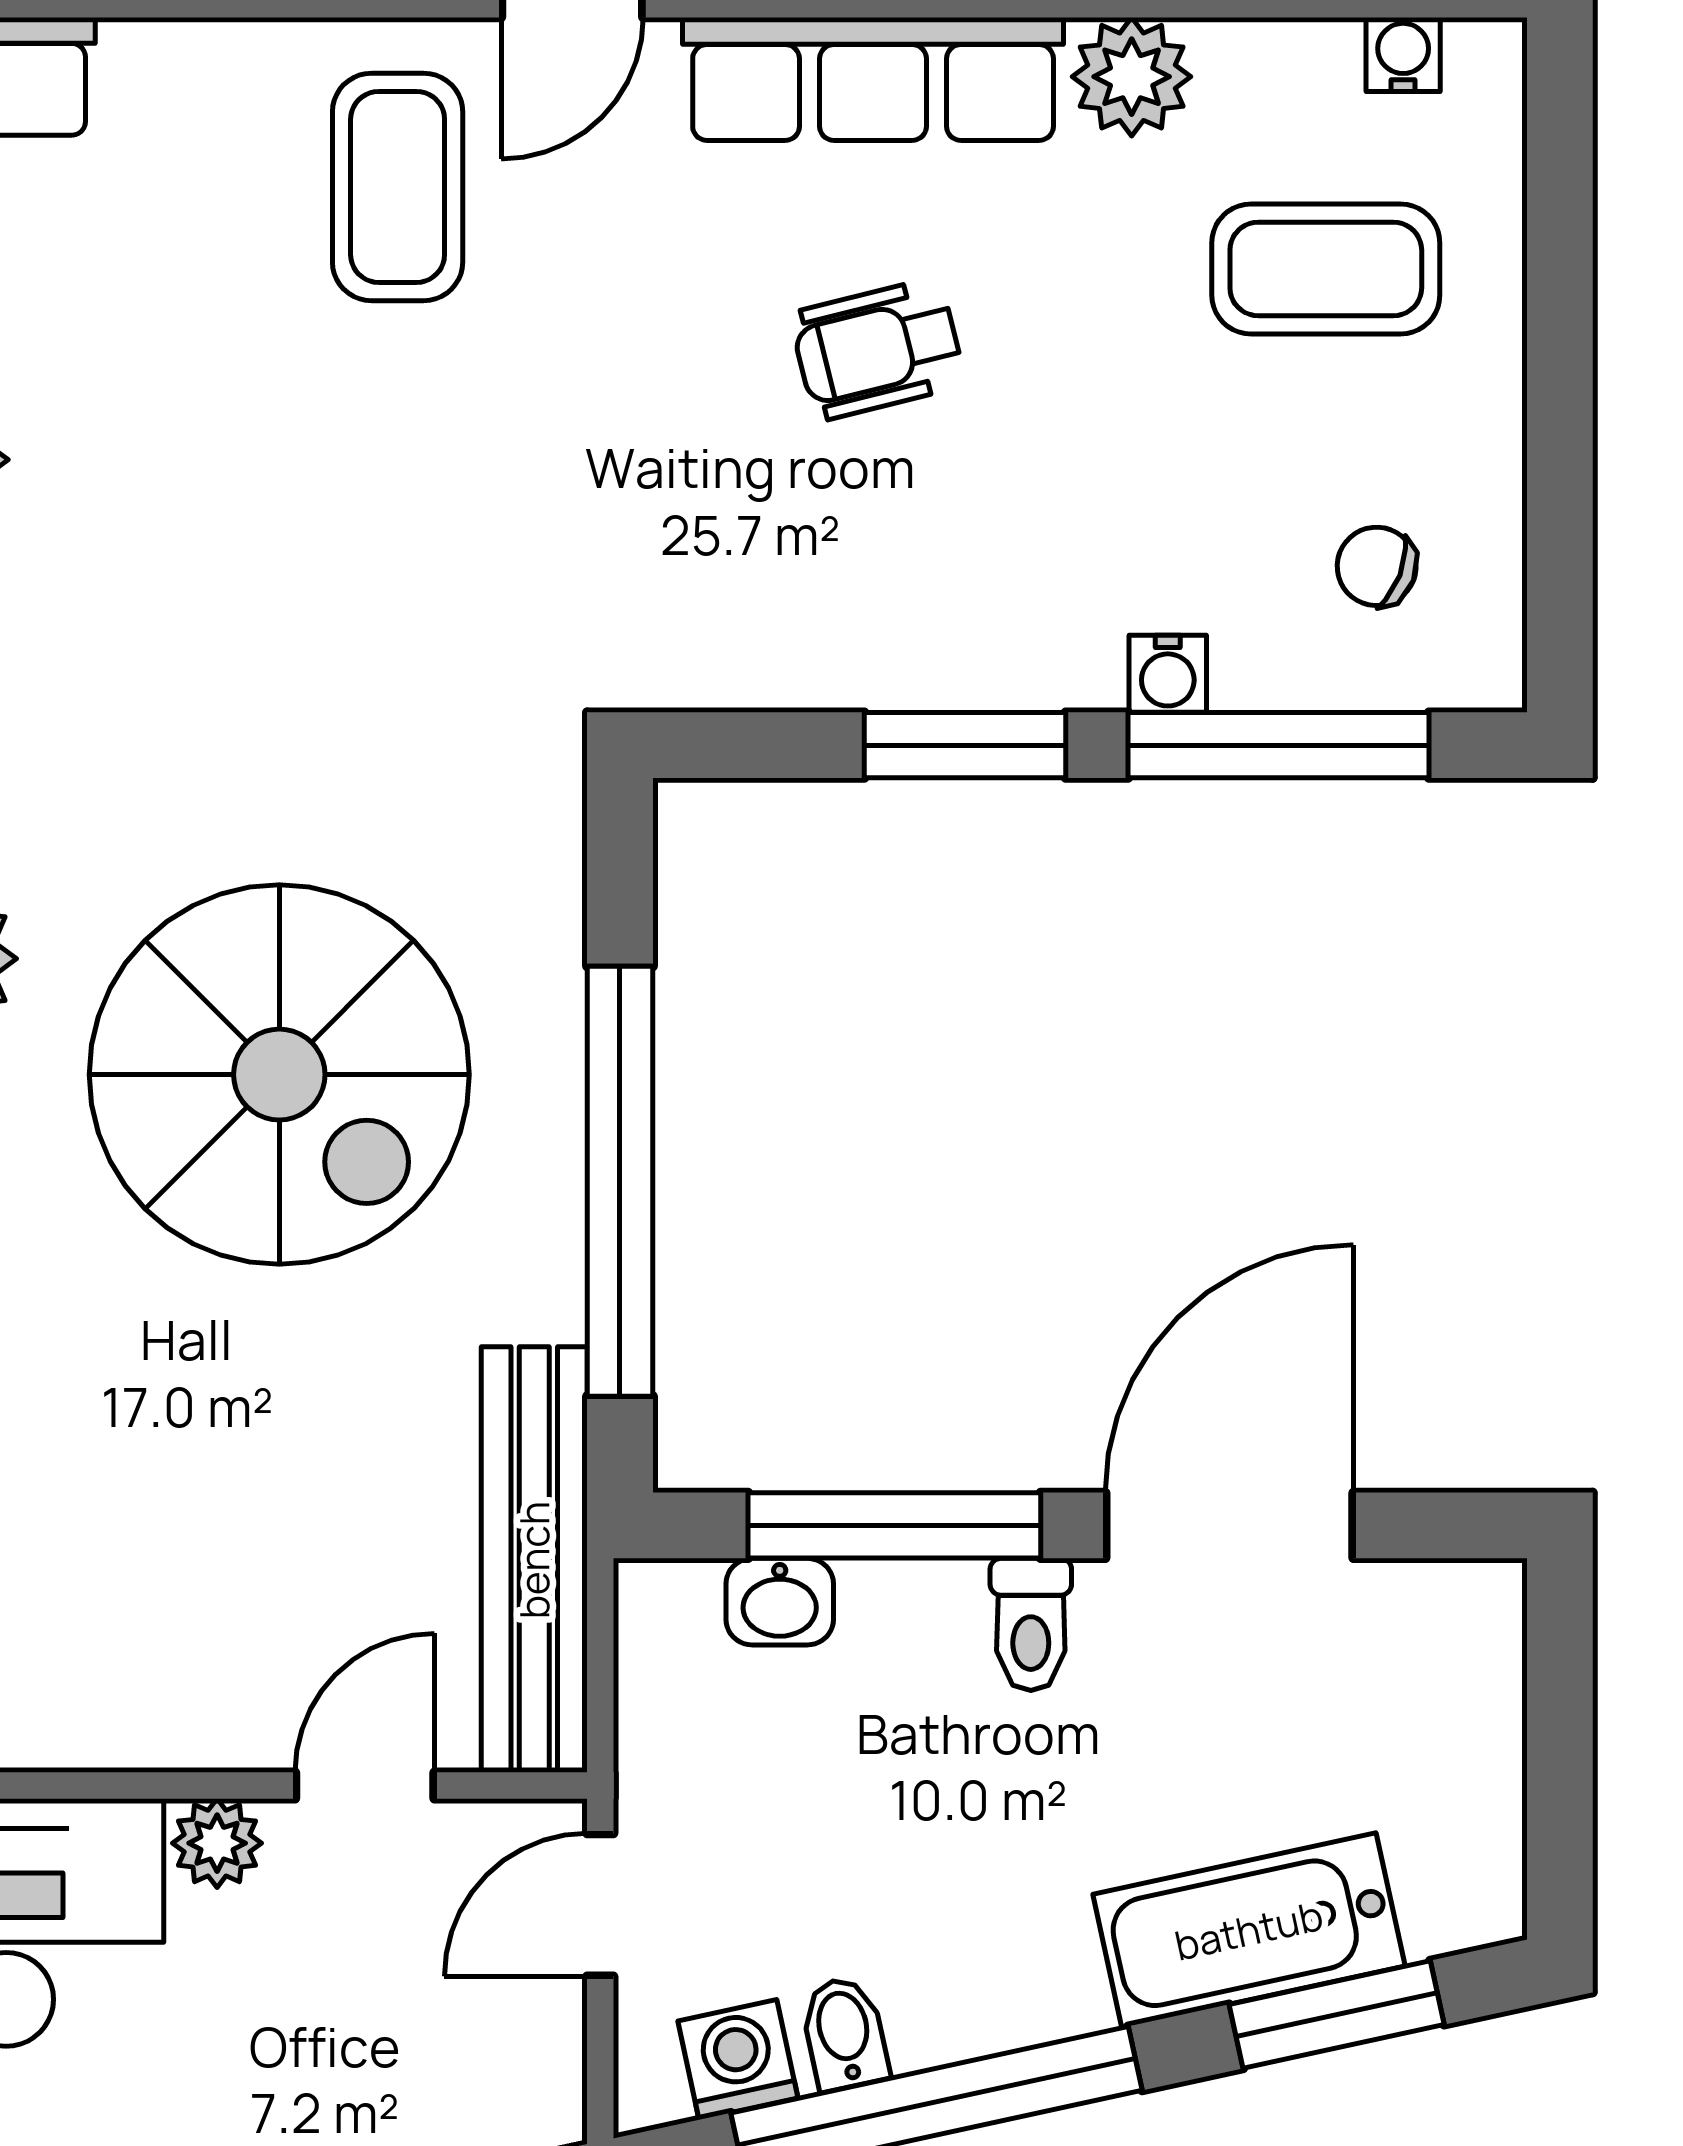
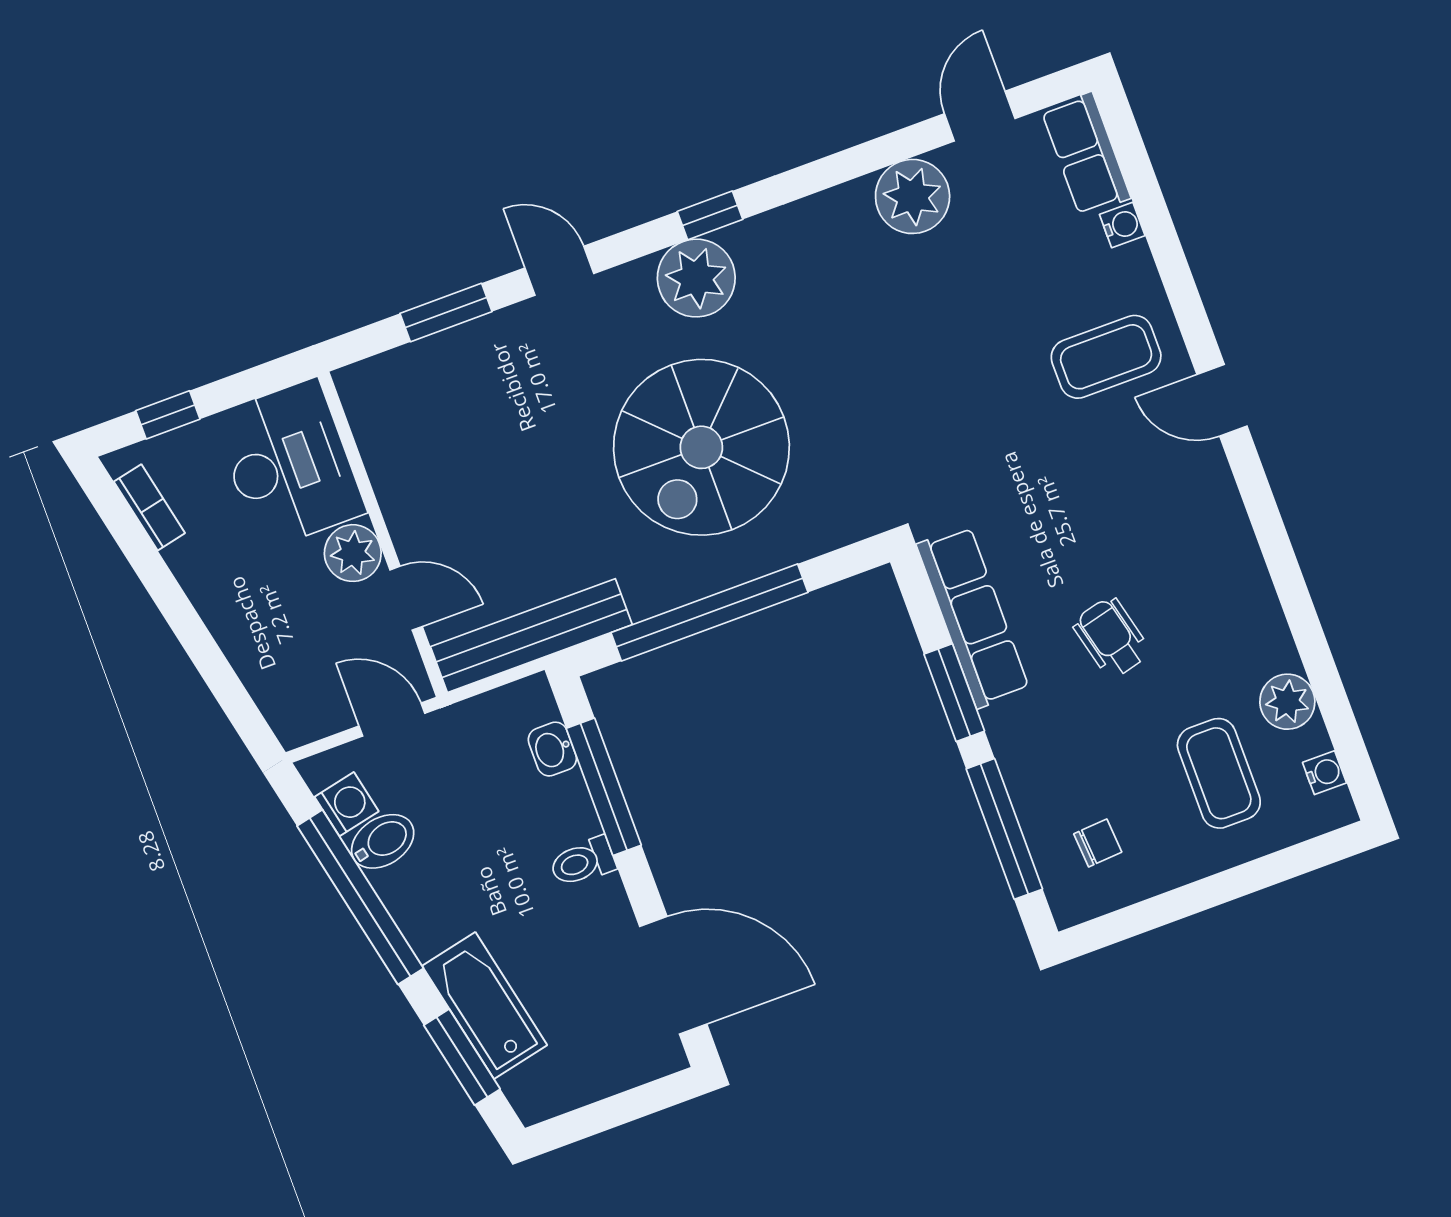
plant: (1132, 77) -> (1287, 702), moved
row of seats: (873, 79) -> (973, 617), moved, turned 180
wheelchair: (878, 349) -> (1111, 638), moved
chair: (1377, 566) -> (1098, 843), turned 65
water cooler: (1168, 674) -> (1122, 225), moved, turned 180
door: (1229, 1525) -> (673, 975), moved
plant: (217, 1843) -> (353, 553), width x1.38, depth x1.38
bidet: (844, 2033) -> (383, 841), width x1.38, depth x1.36

